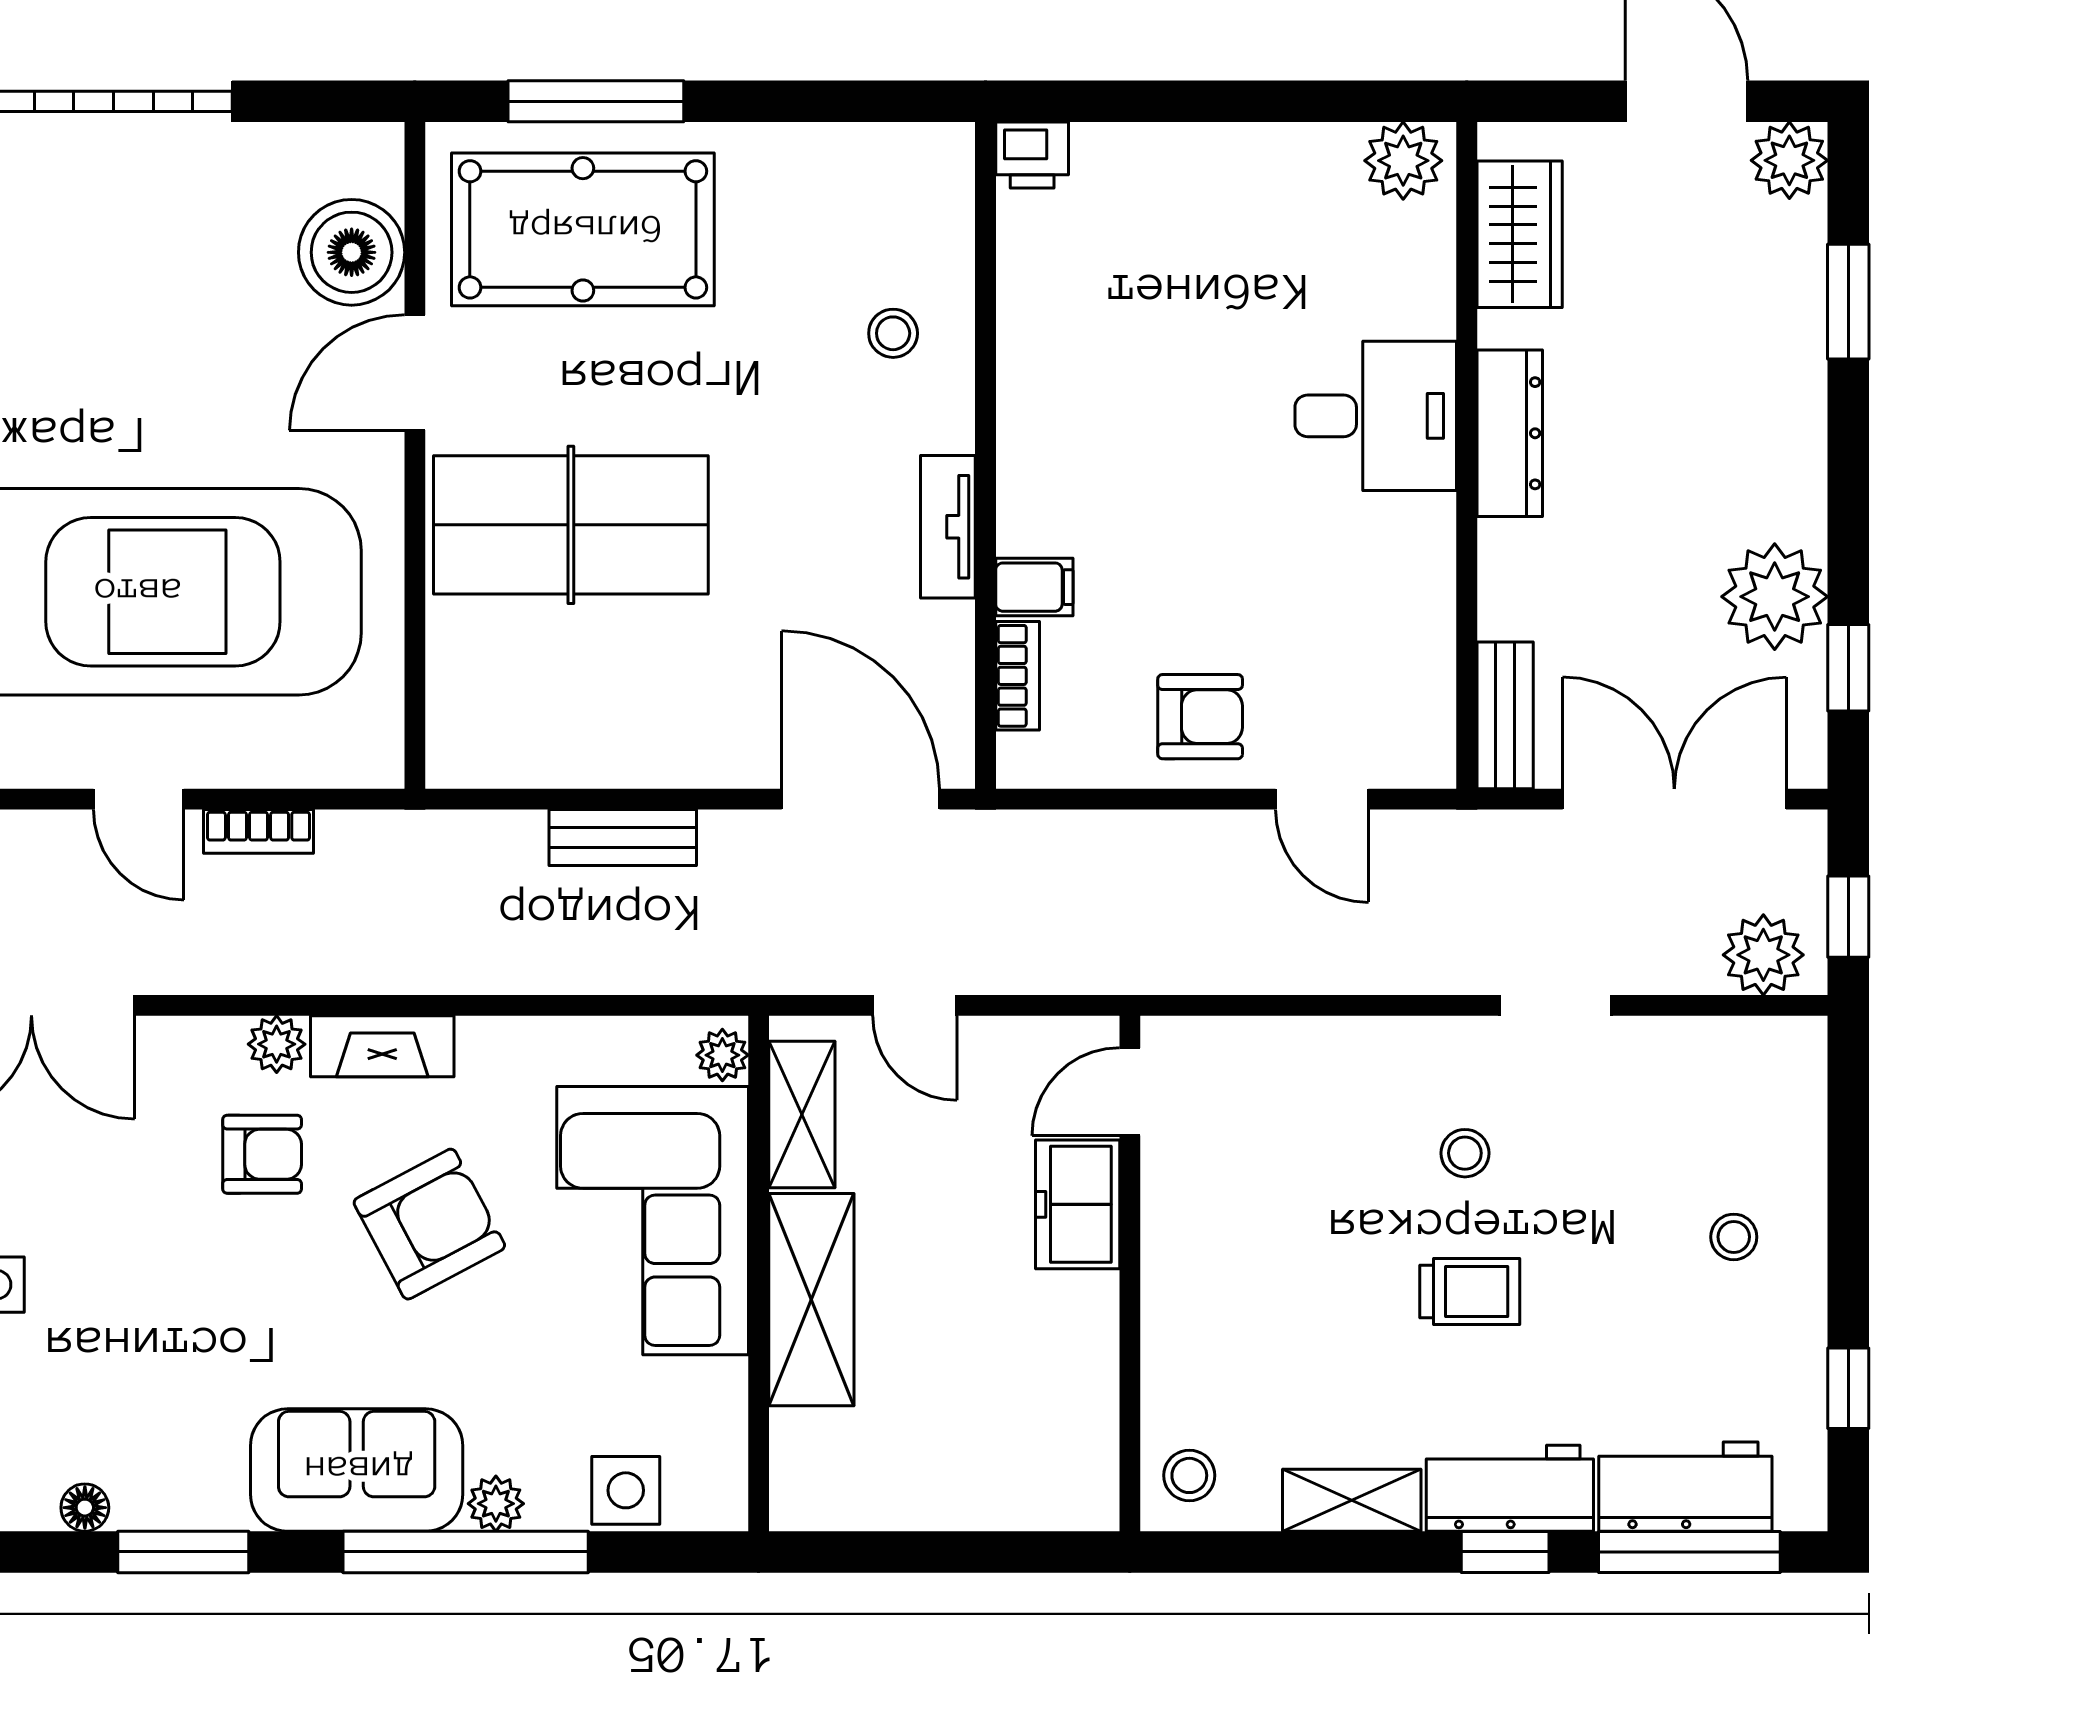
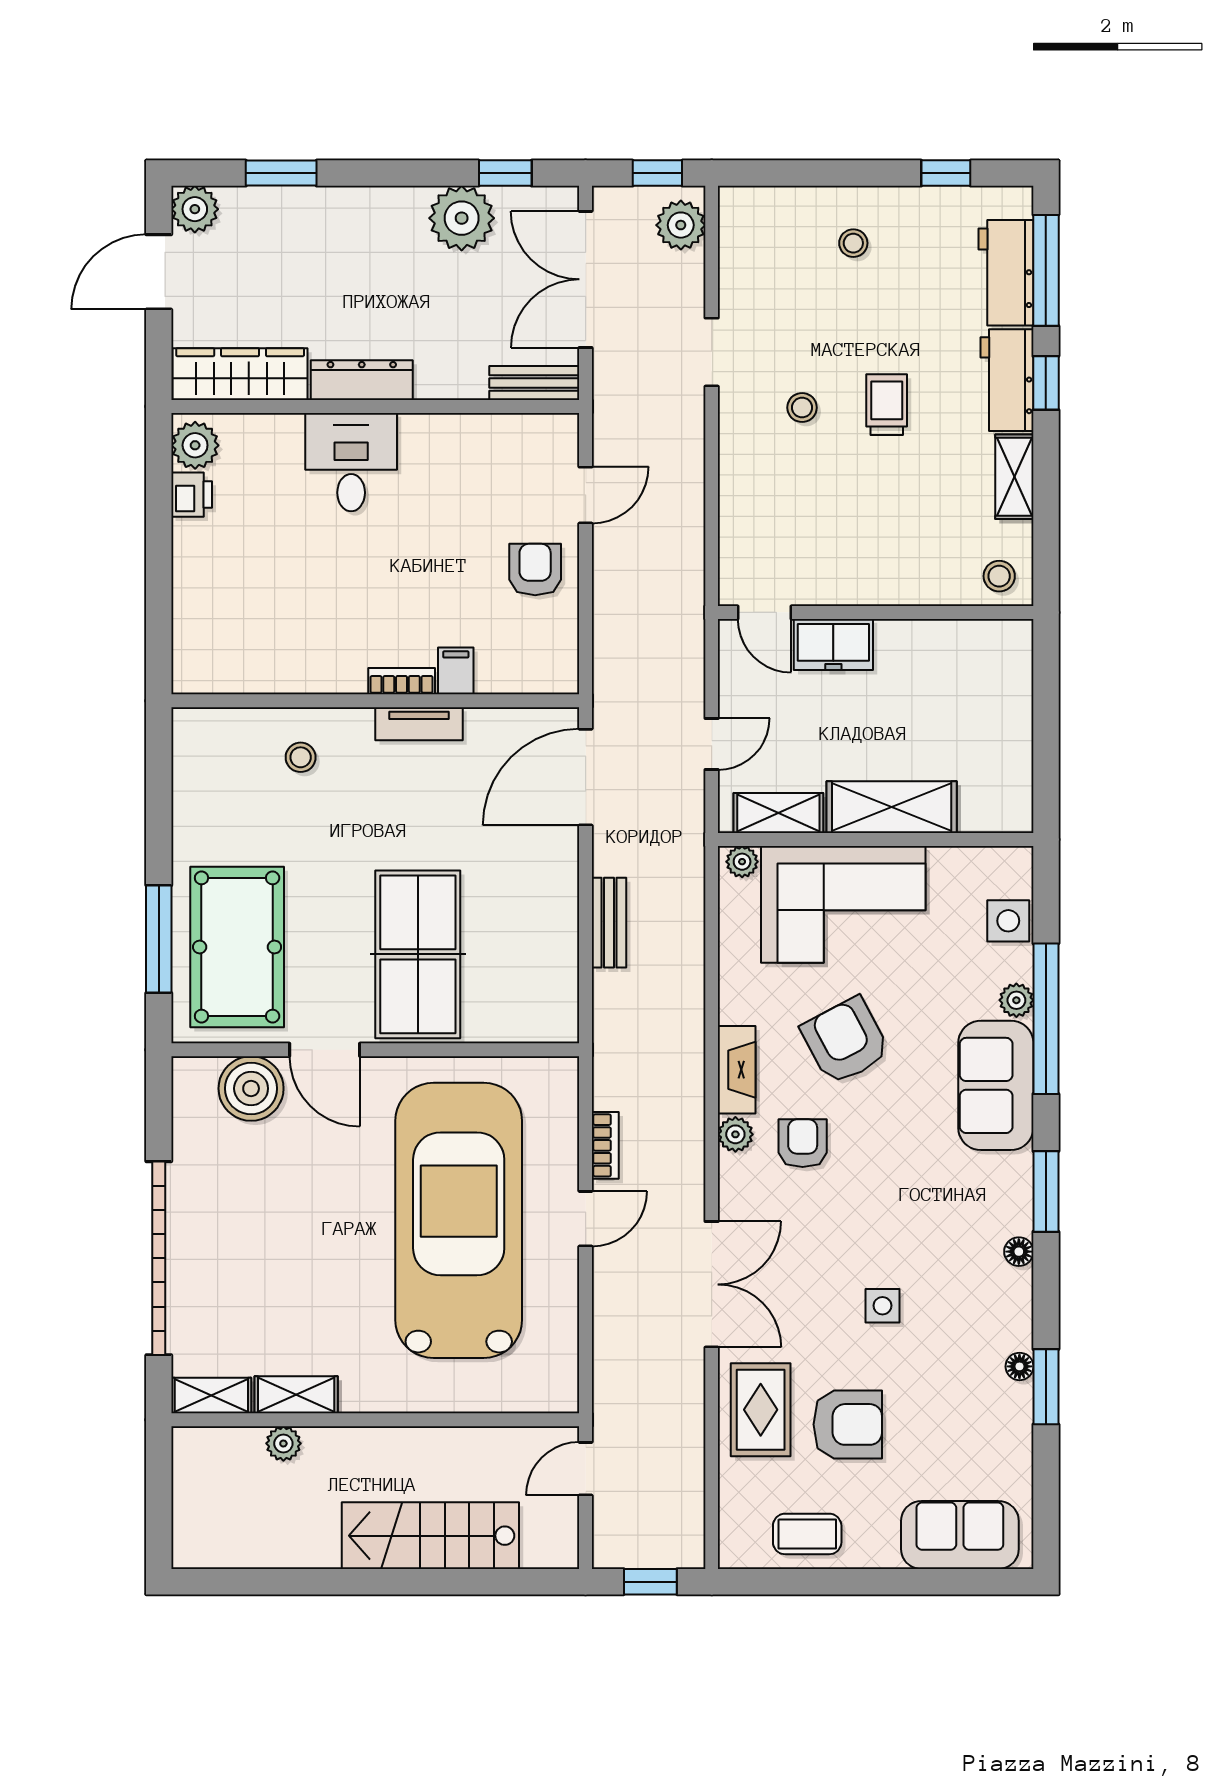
printer: (1032, 155) -> (192, 495), moved
wardrobe: (1520, 234) -> (240, 374), width x1.50
bookcase: (1018, 676) -> (402, 681), moved

